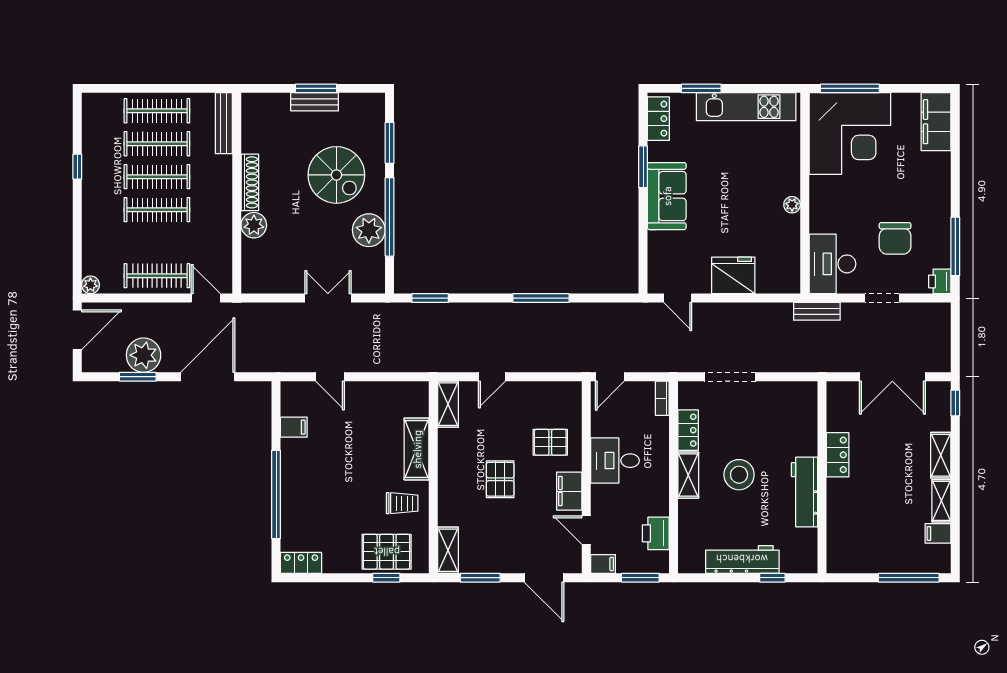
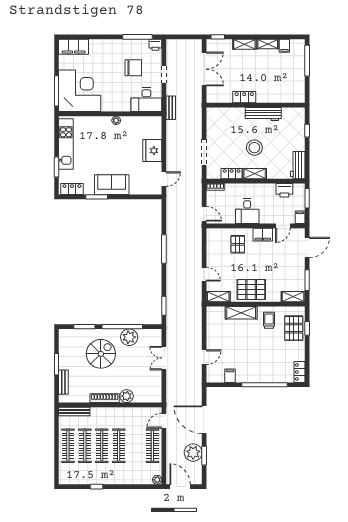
bench: (315, 102) -> (63, 382), moved
pallet: (500, 479) -> (251, 290), moved, width x1.50, depth x1.42
workbench: (742, 559) -> (298, 165), moved, width x0.73

